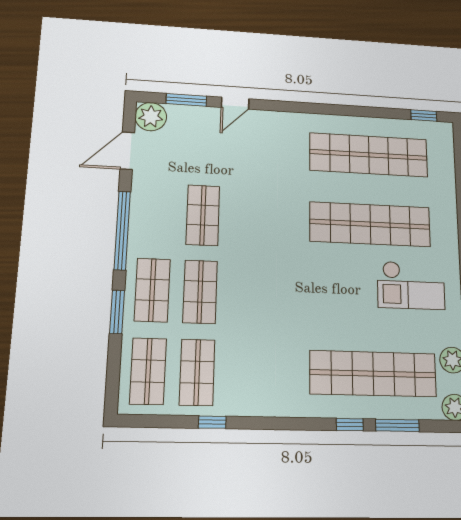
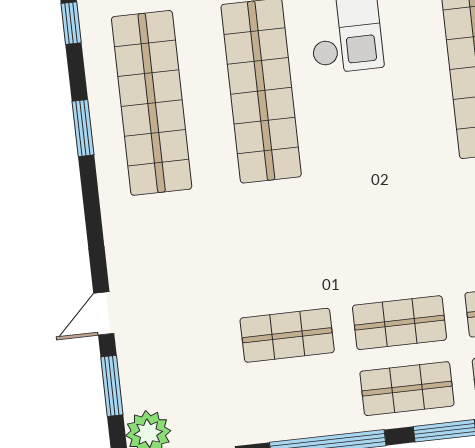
door: (235, 103) -> (104, 313), swing flipped
window: (357, 111) -> (83, 128), added

